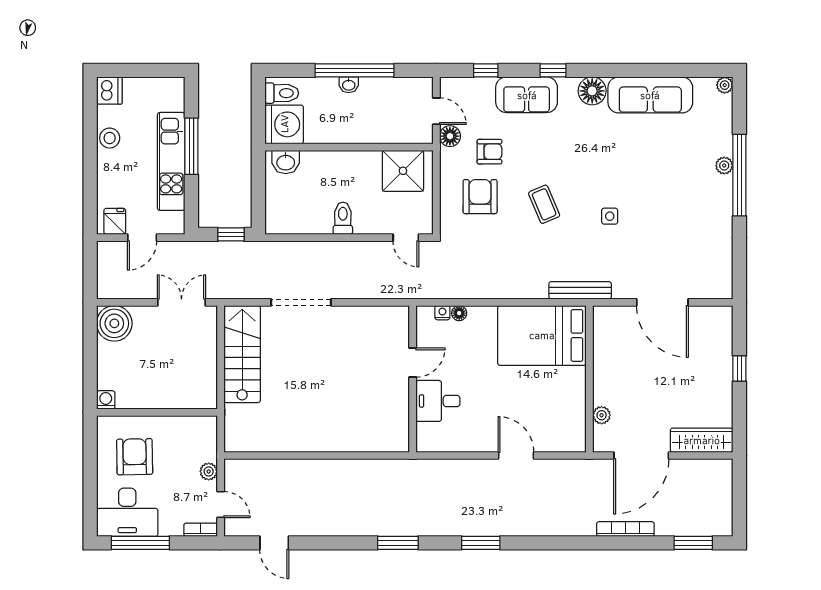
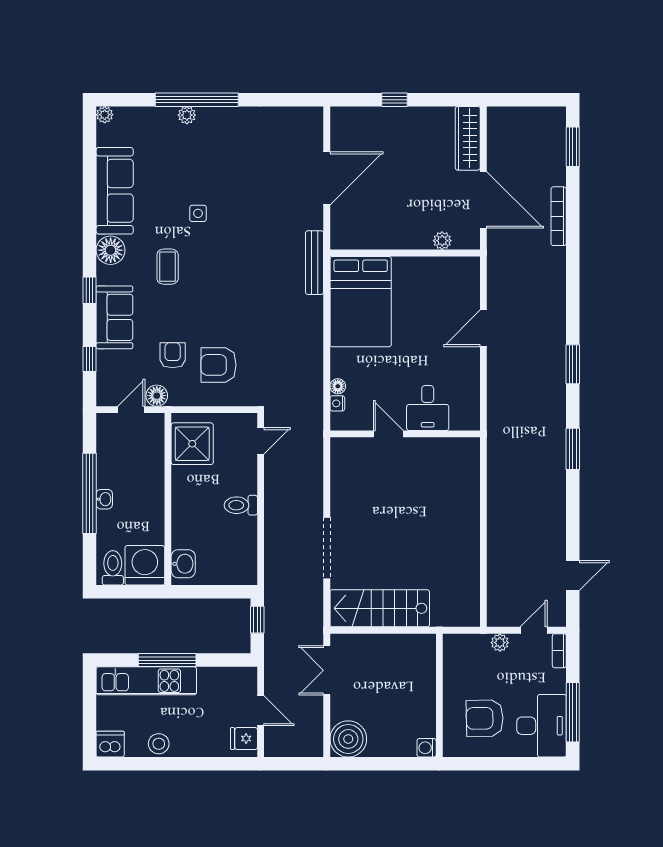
kitchen unit: (171, 161) -> (146, 681), moved
coffee table: (544, 204) -> (168, 267), moved, turned -67
side table: (610, 216) -> (198, 213), moved

